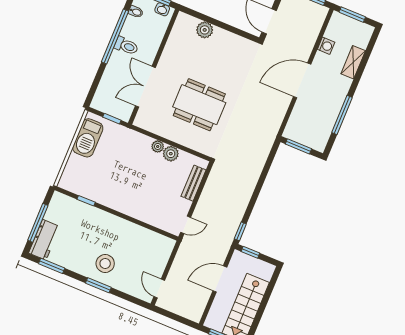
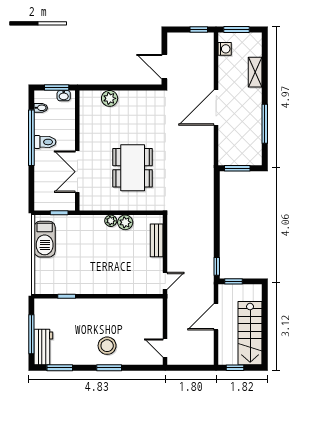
washing machine: (326, 46) -> (225, 49), moved
dining table: (199, 105) -> (133, 168), turned 90

